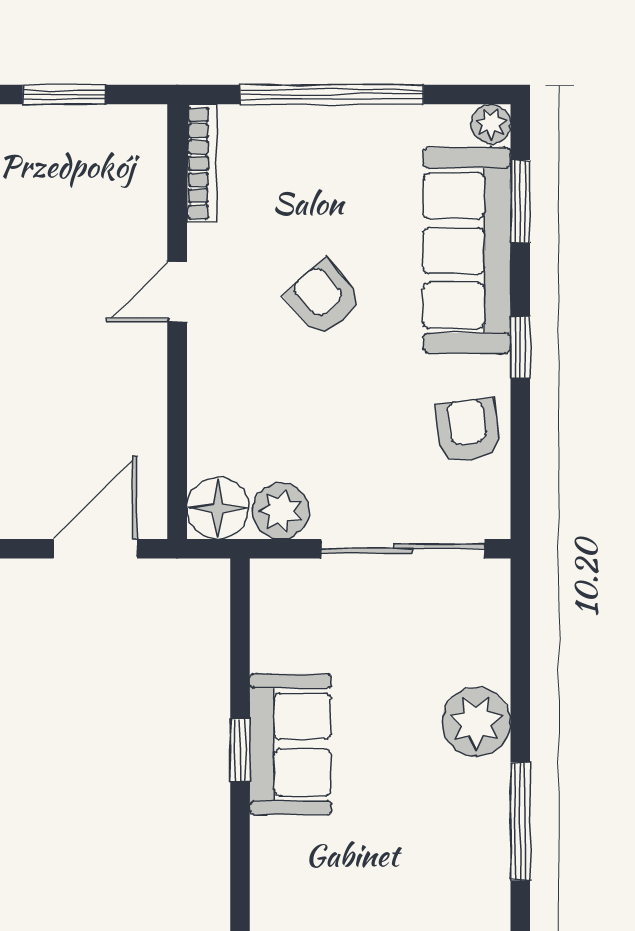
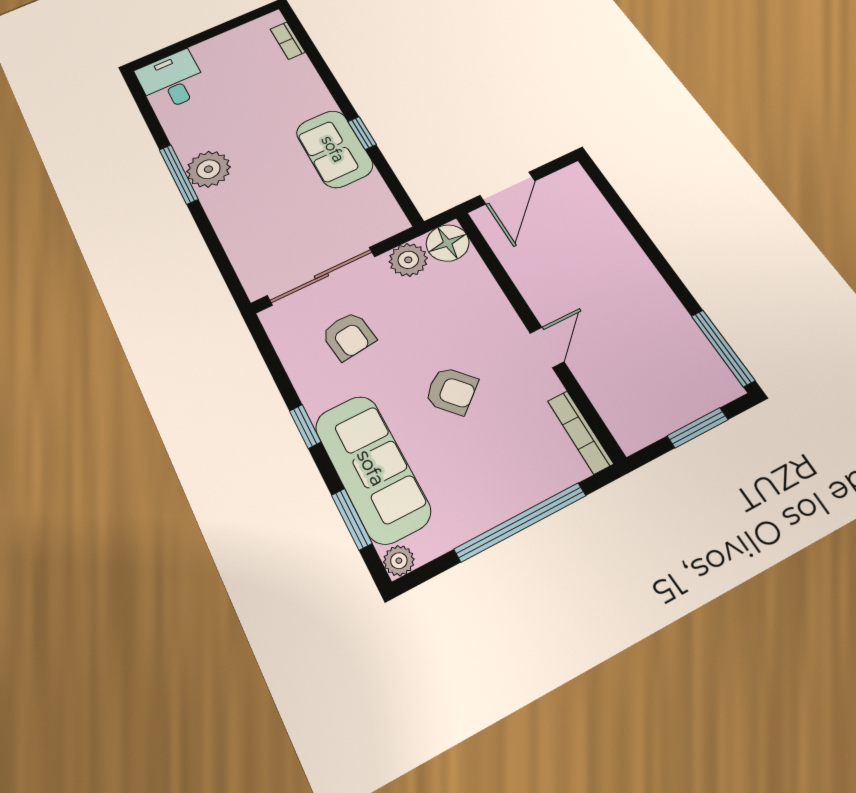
armchair: (468, 430) -> (348, 336), moved
plant: (476, 722) -> (208, 169), moved

